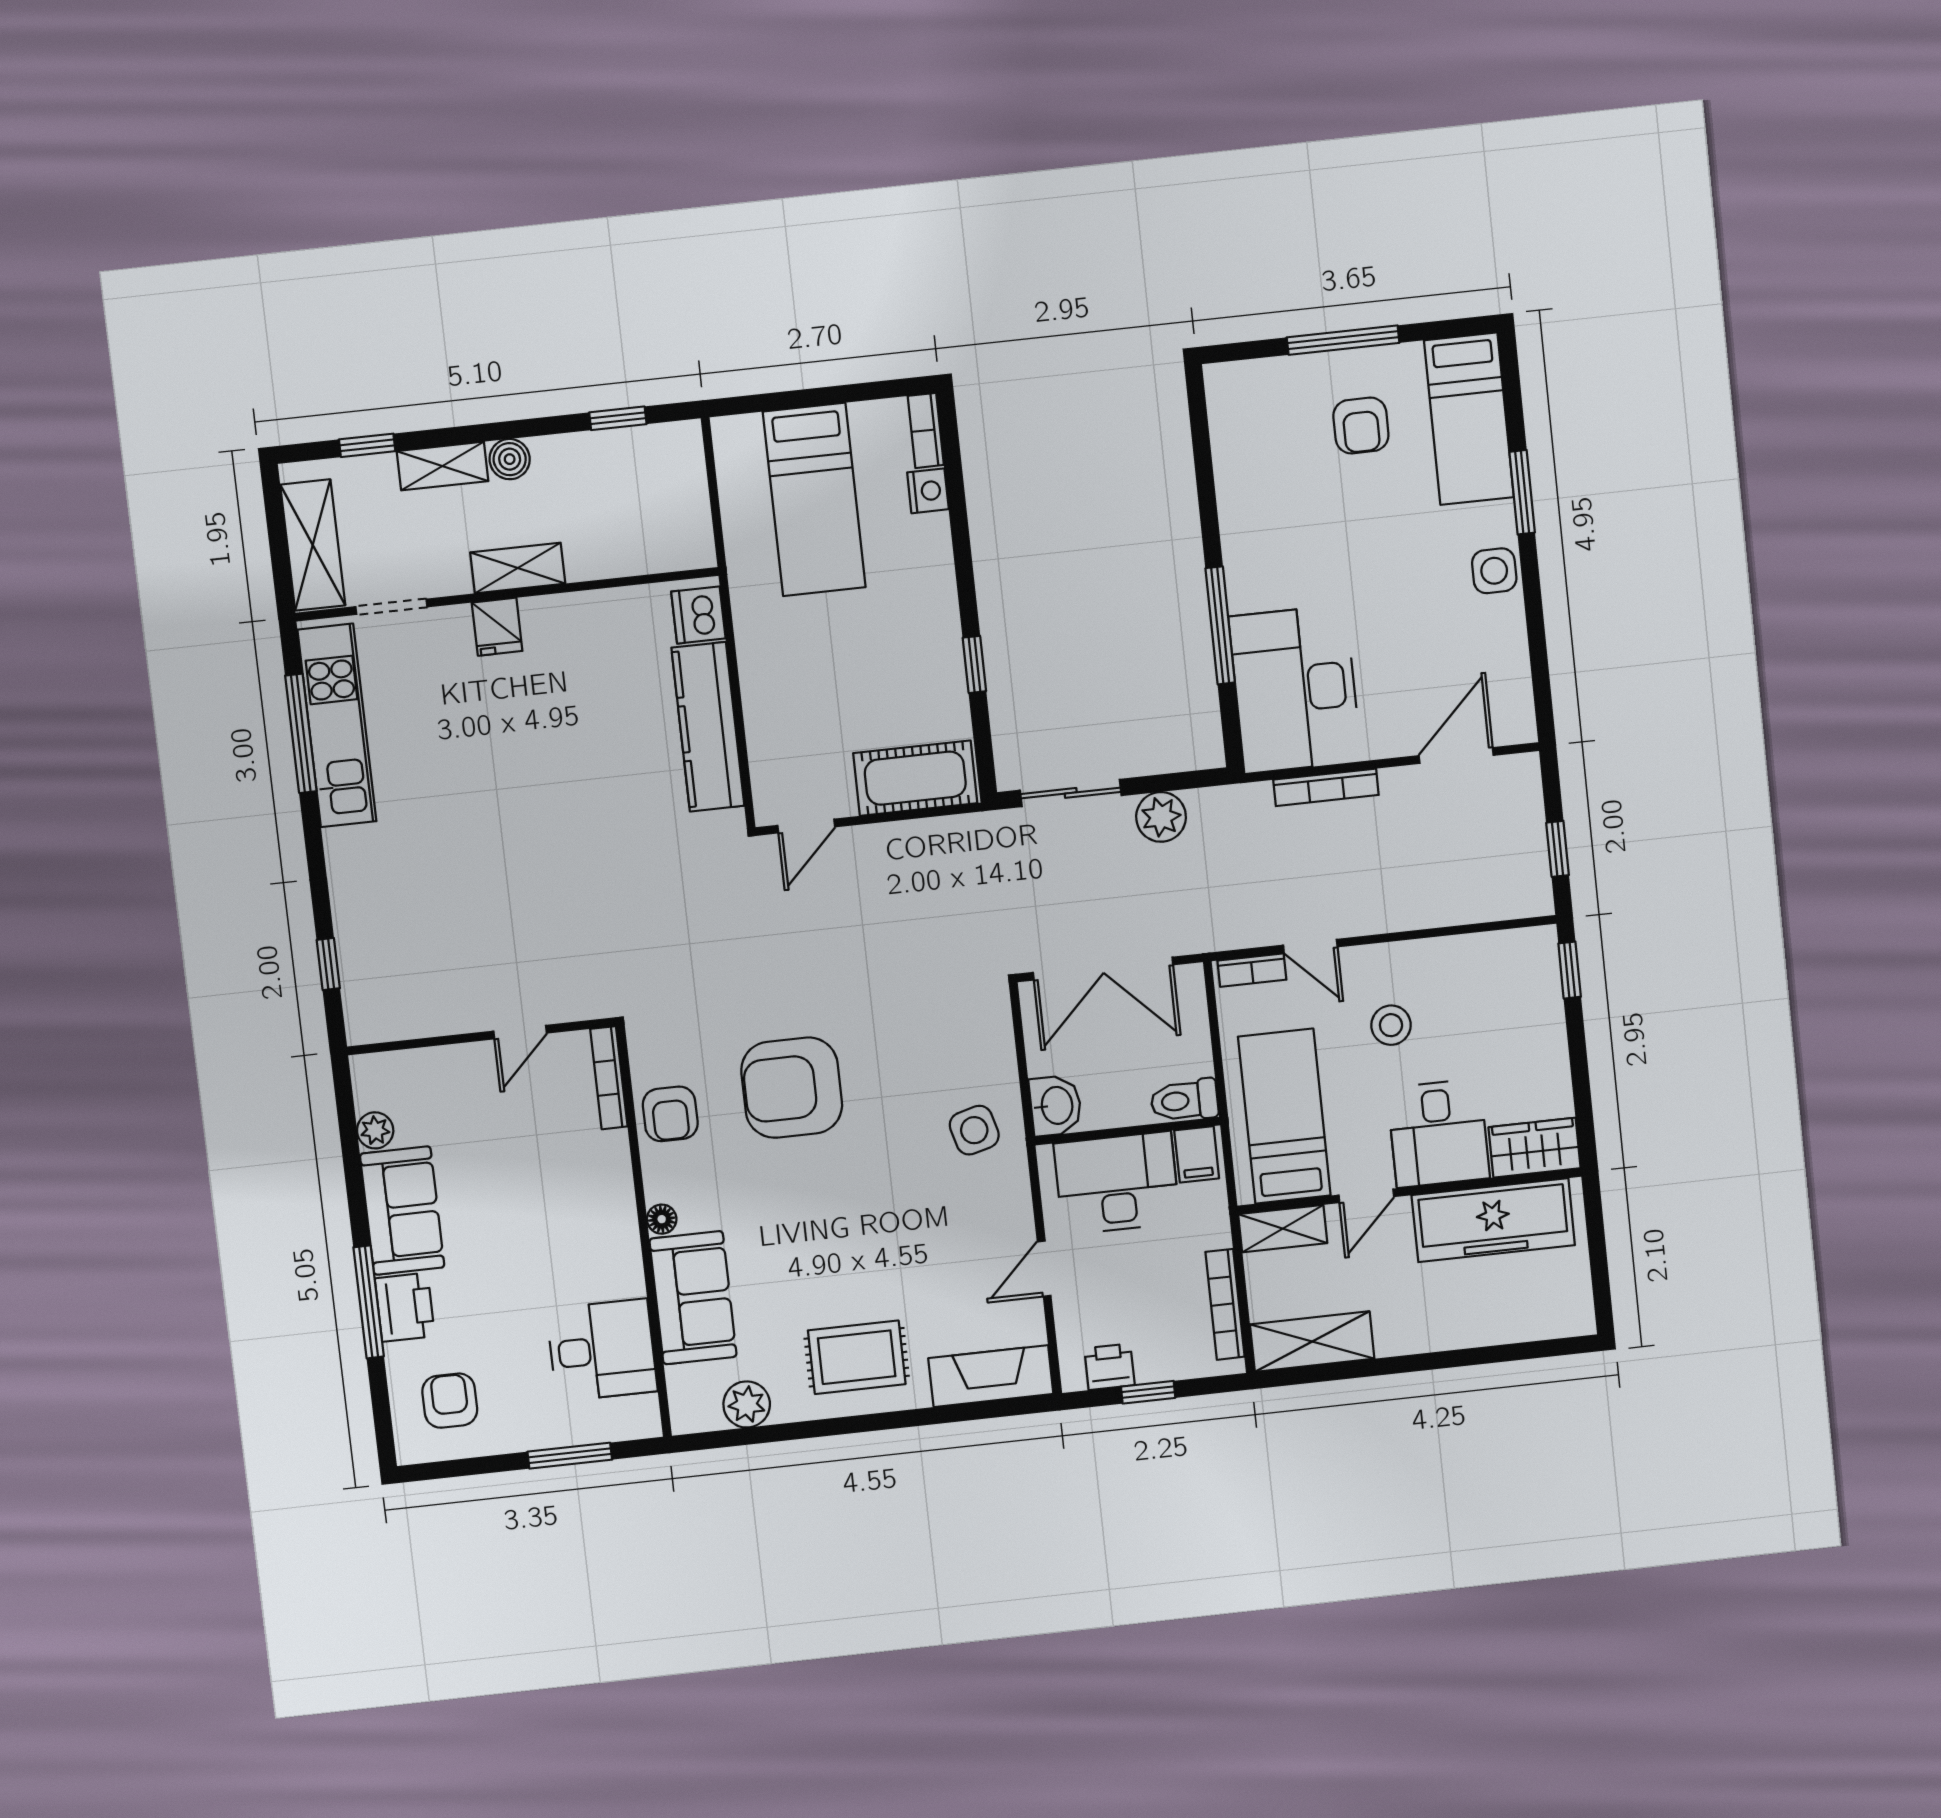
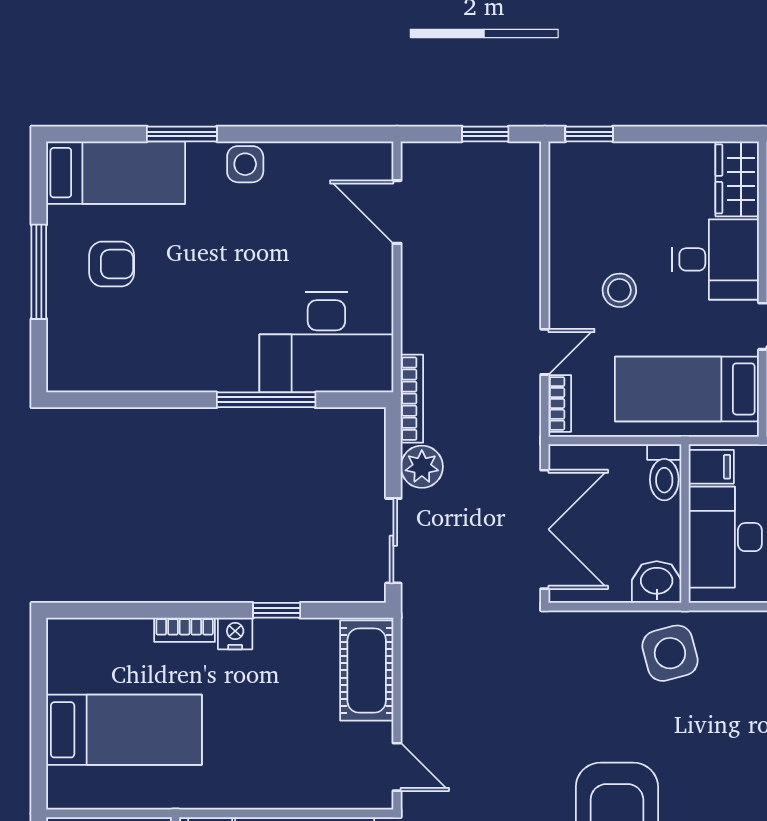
bookcase: (926, 430) -> (185, 630), moved
nightstand: (928, 491) -> (235, 634), moved
bookcase: (1326, 787) -> (412, 399), moved
side table: (974, 1130) -> (670, 653), width x1.37, depth x1.37

